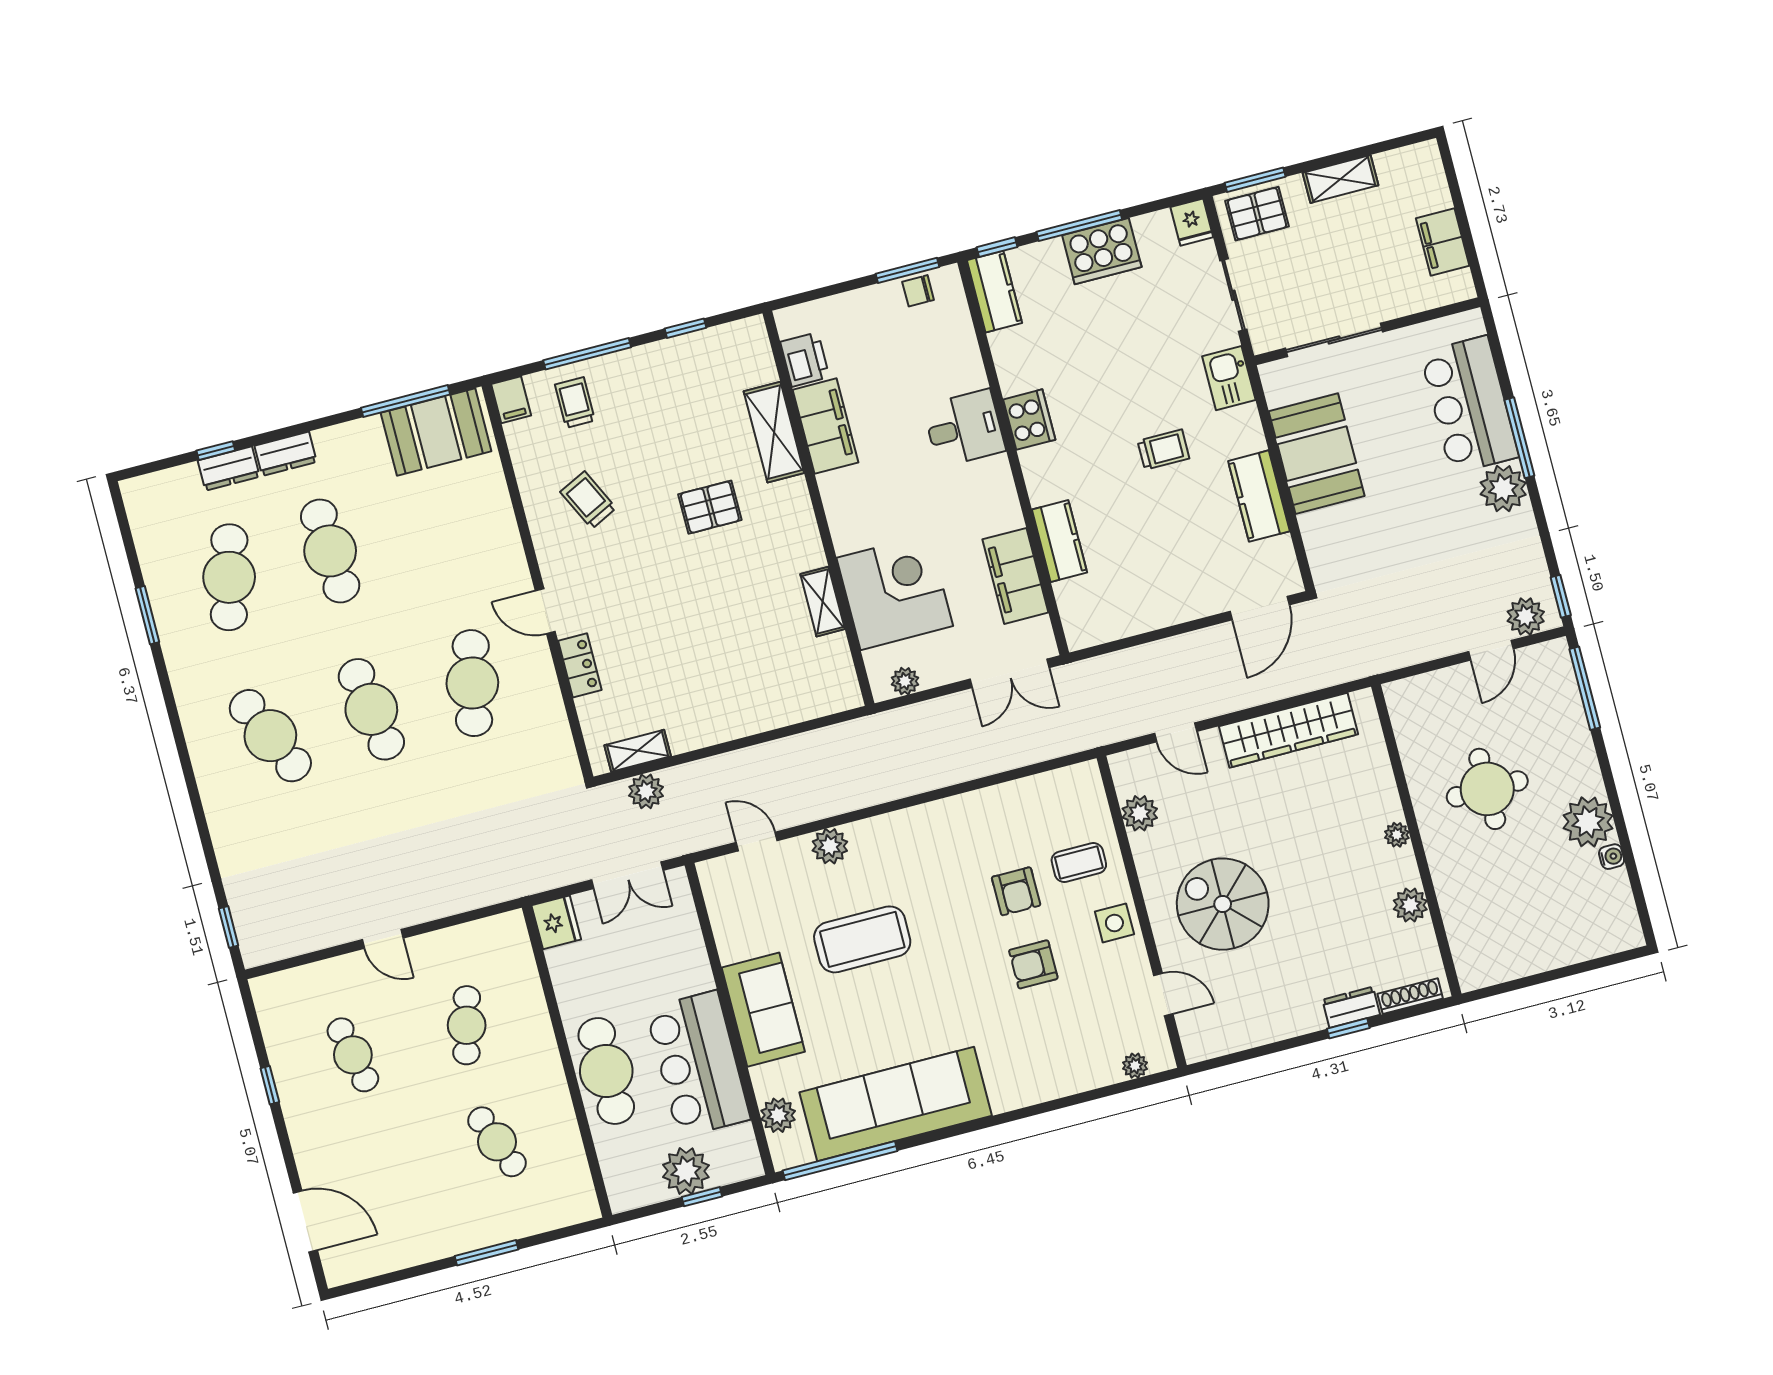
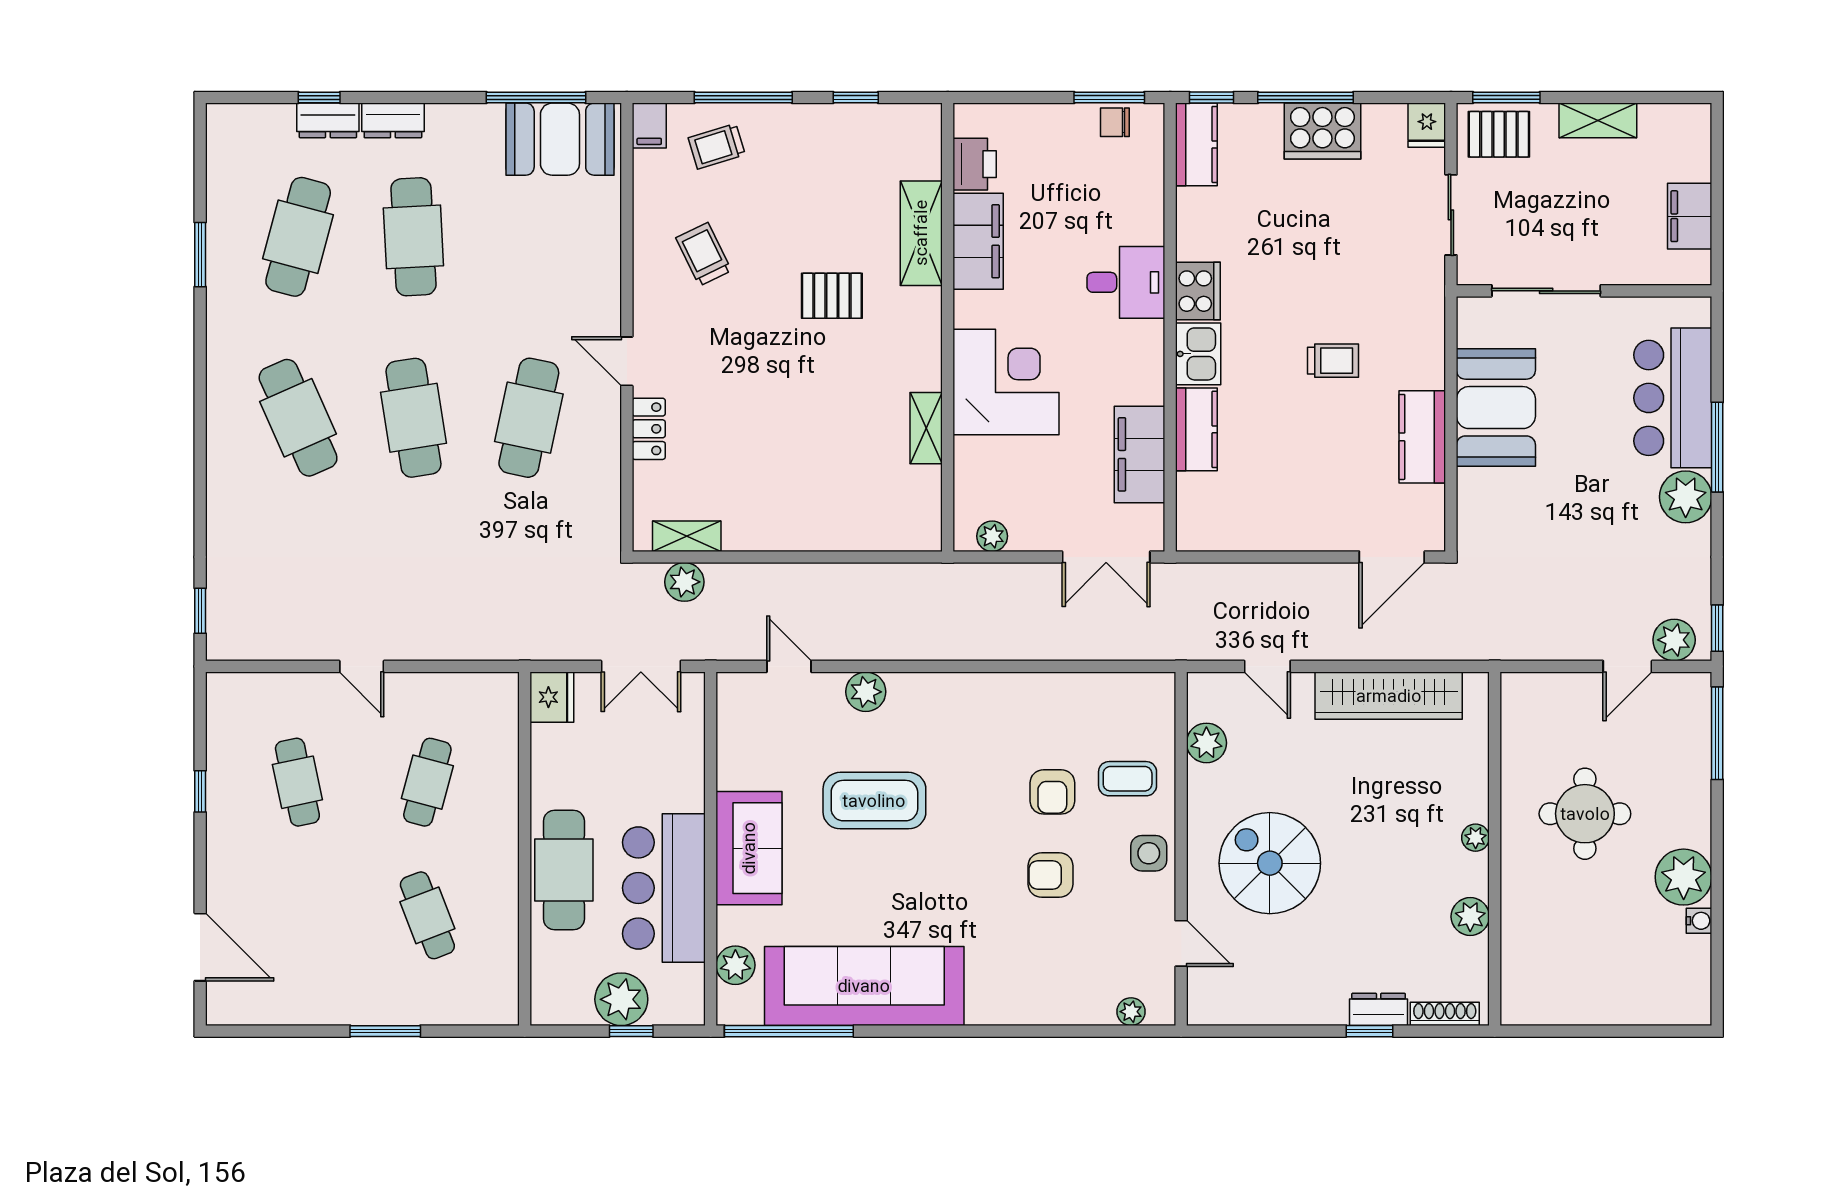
kitchen sink: (1229, 378) -> (1198, 354), moved, turned 180
trolley: (575, 403) -> (717, 146), turned -107
corner desk: (895, 592) -> (1006, 382), moved

